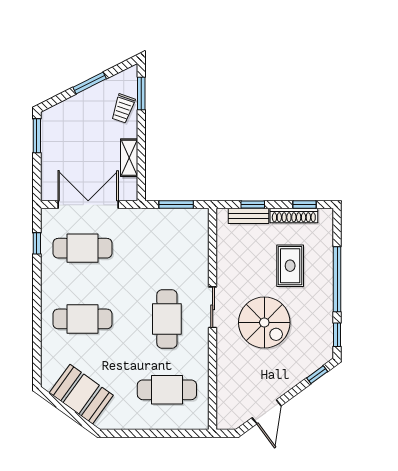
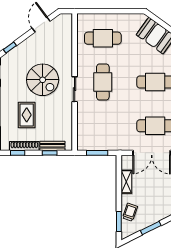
spiral stairs: (264, 323) -> (43, 80), turned 180

